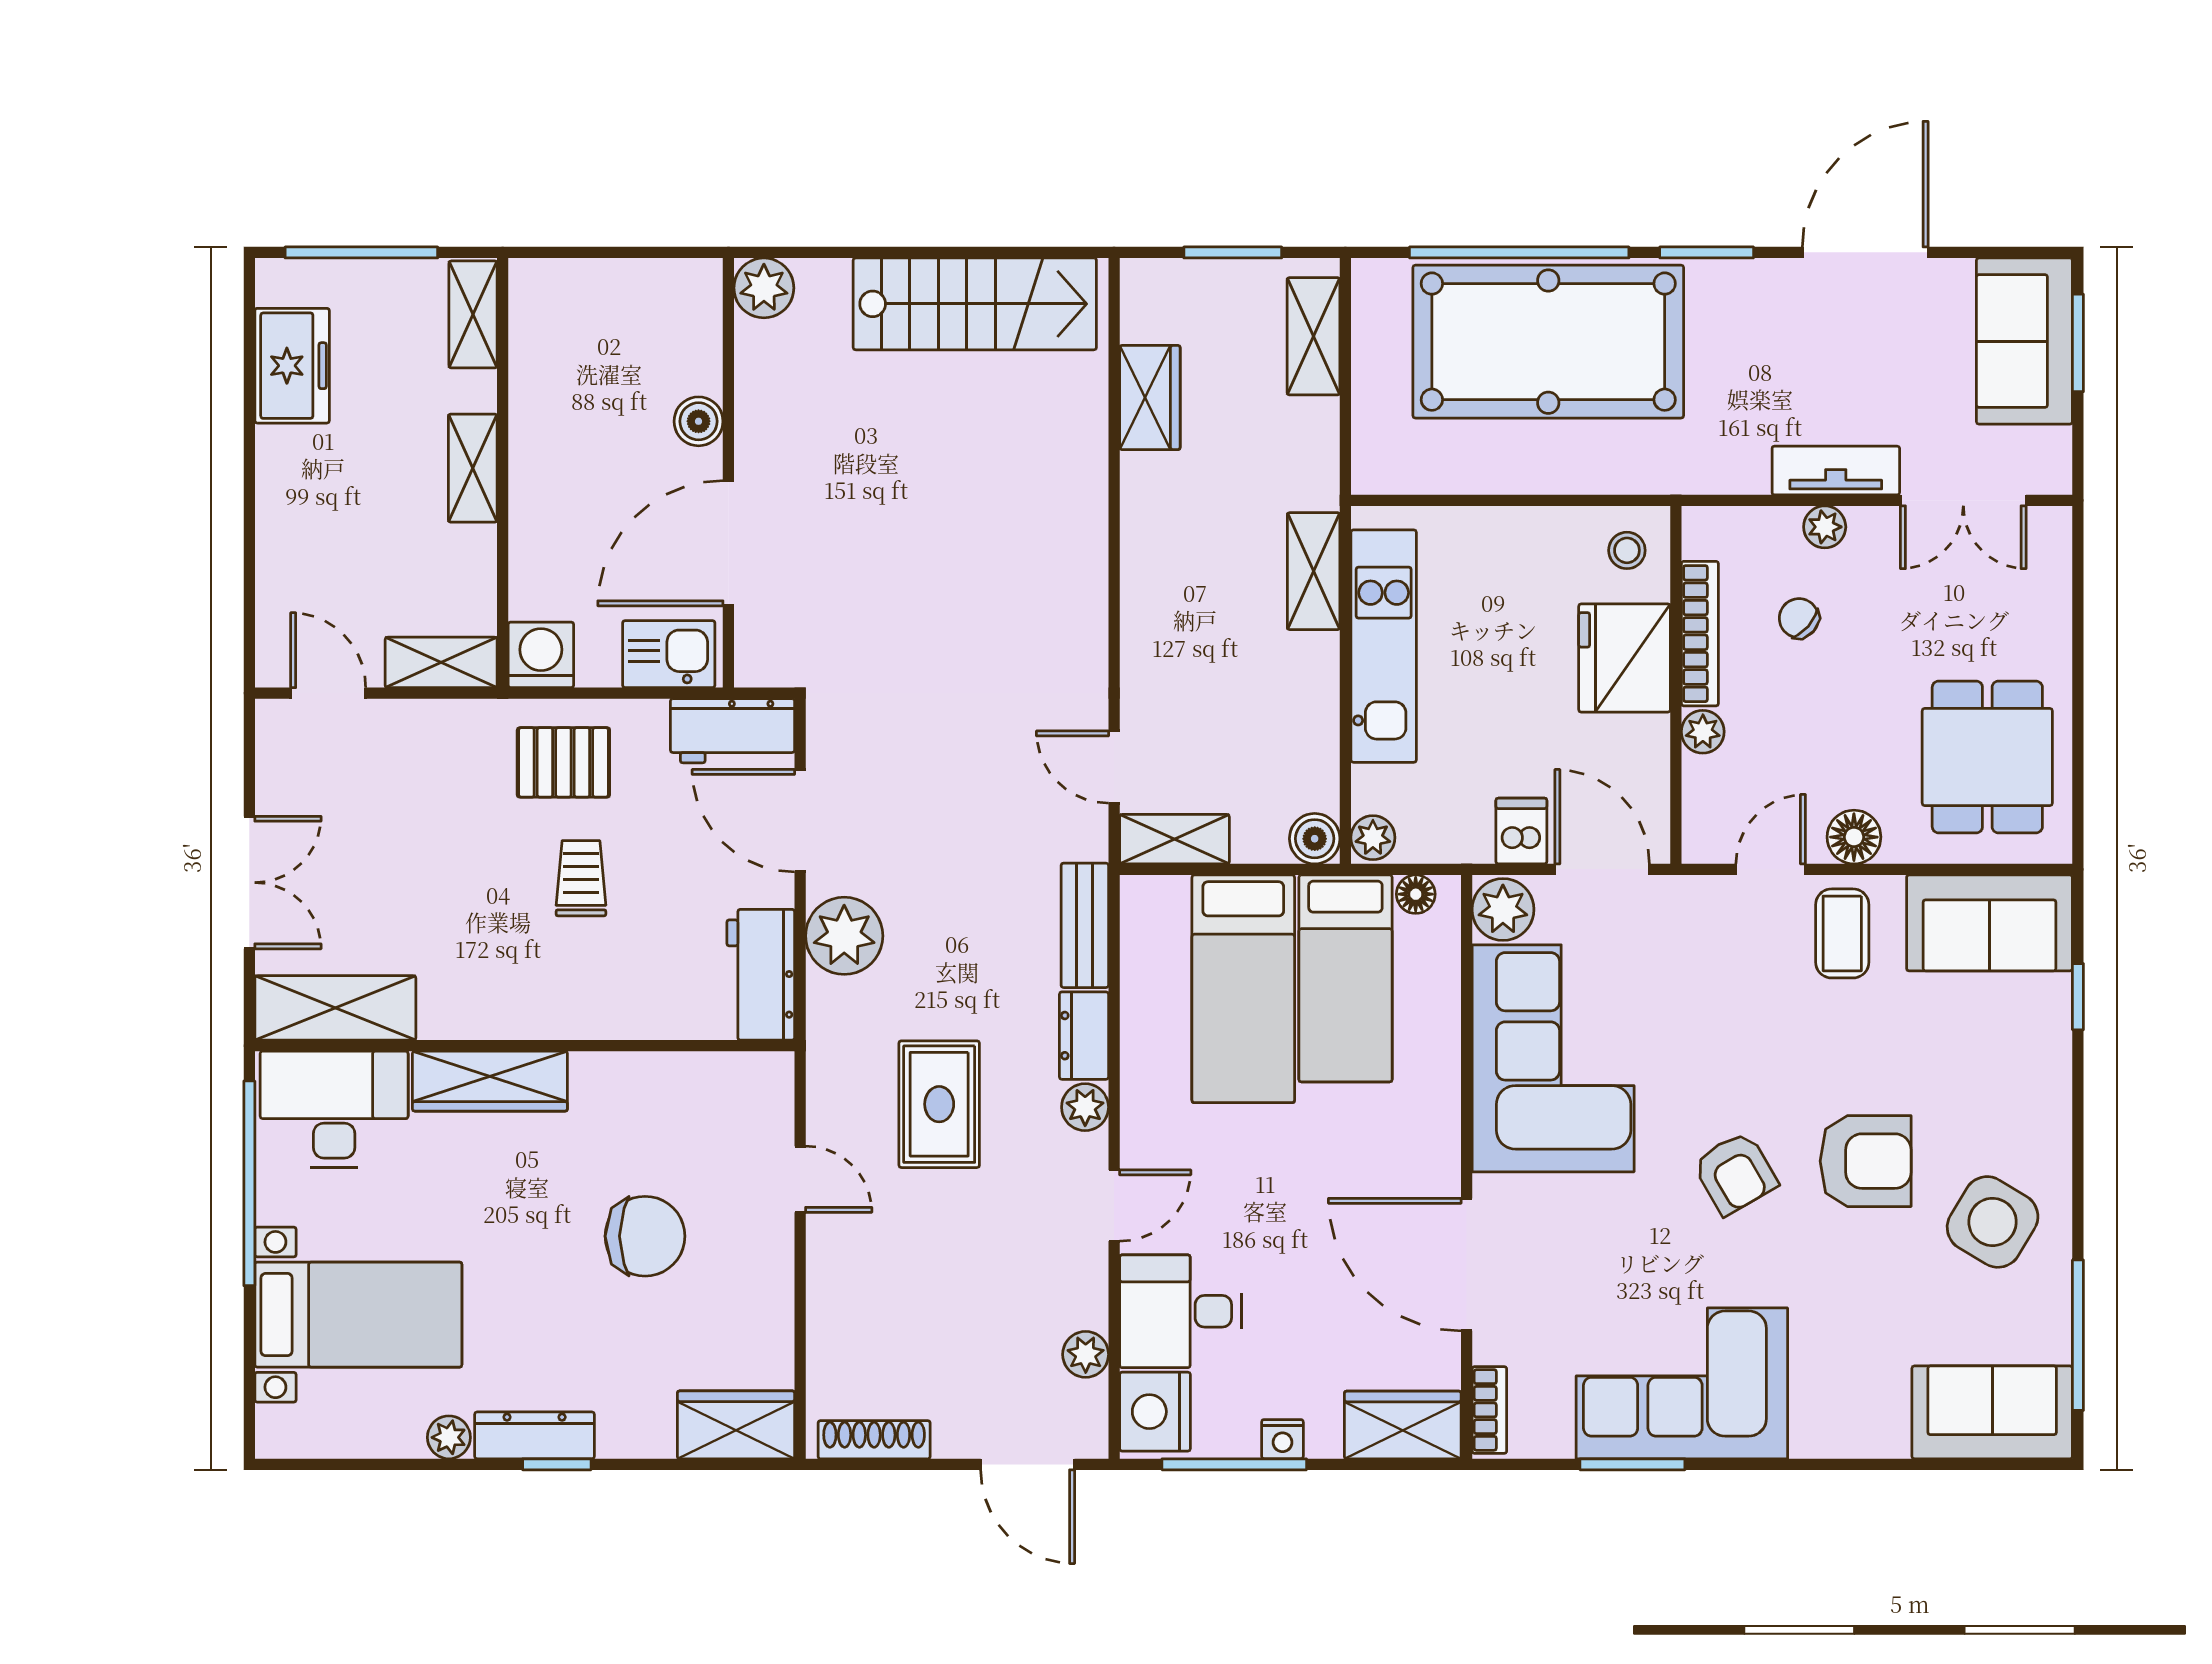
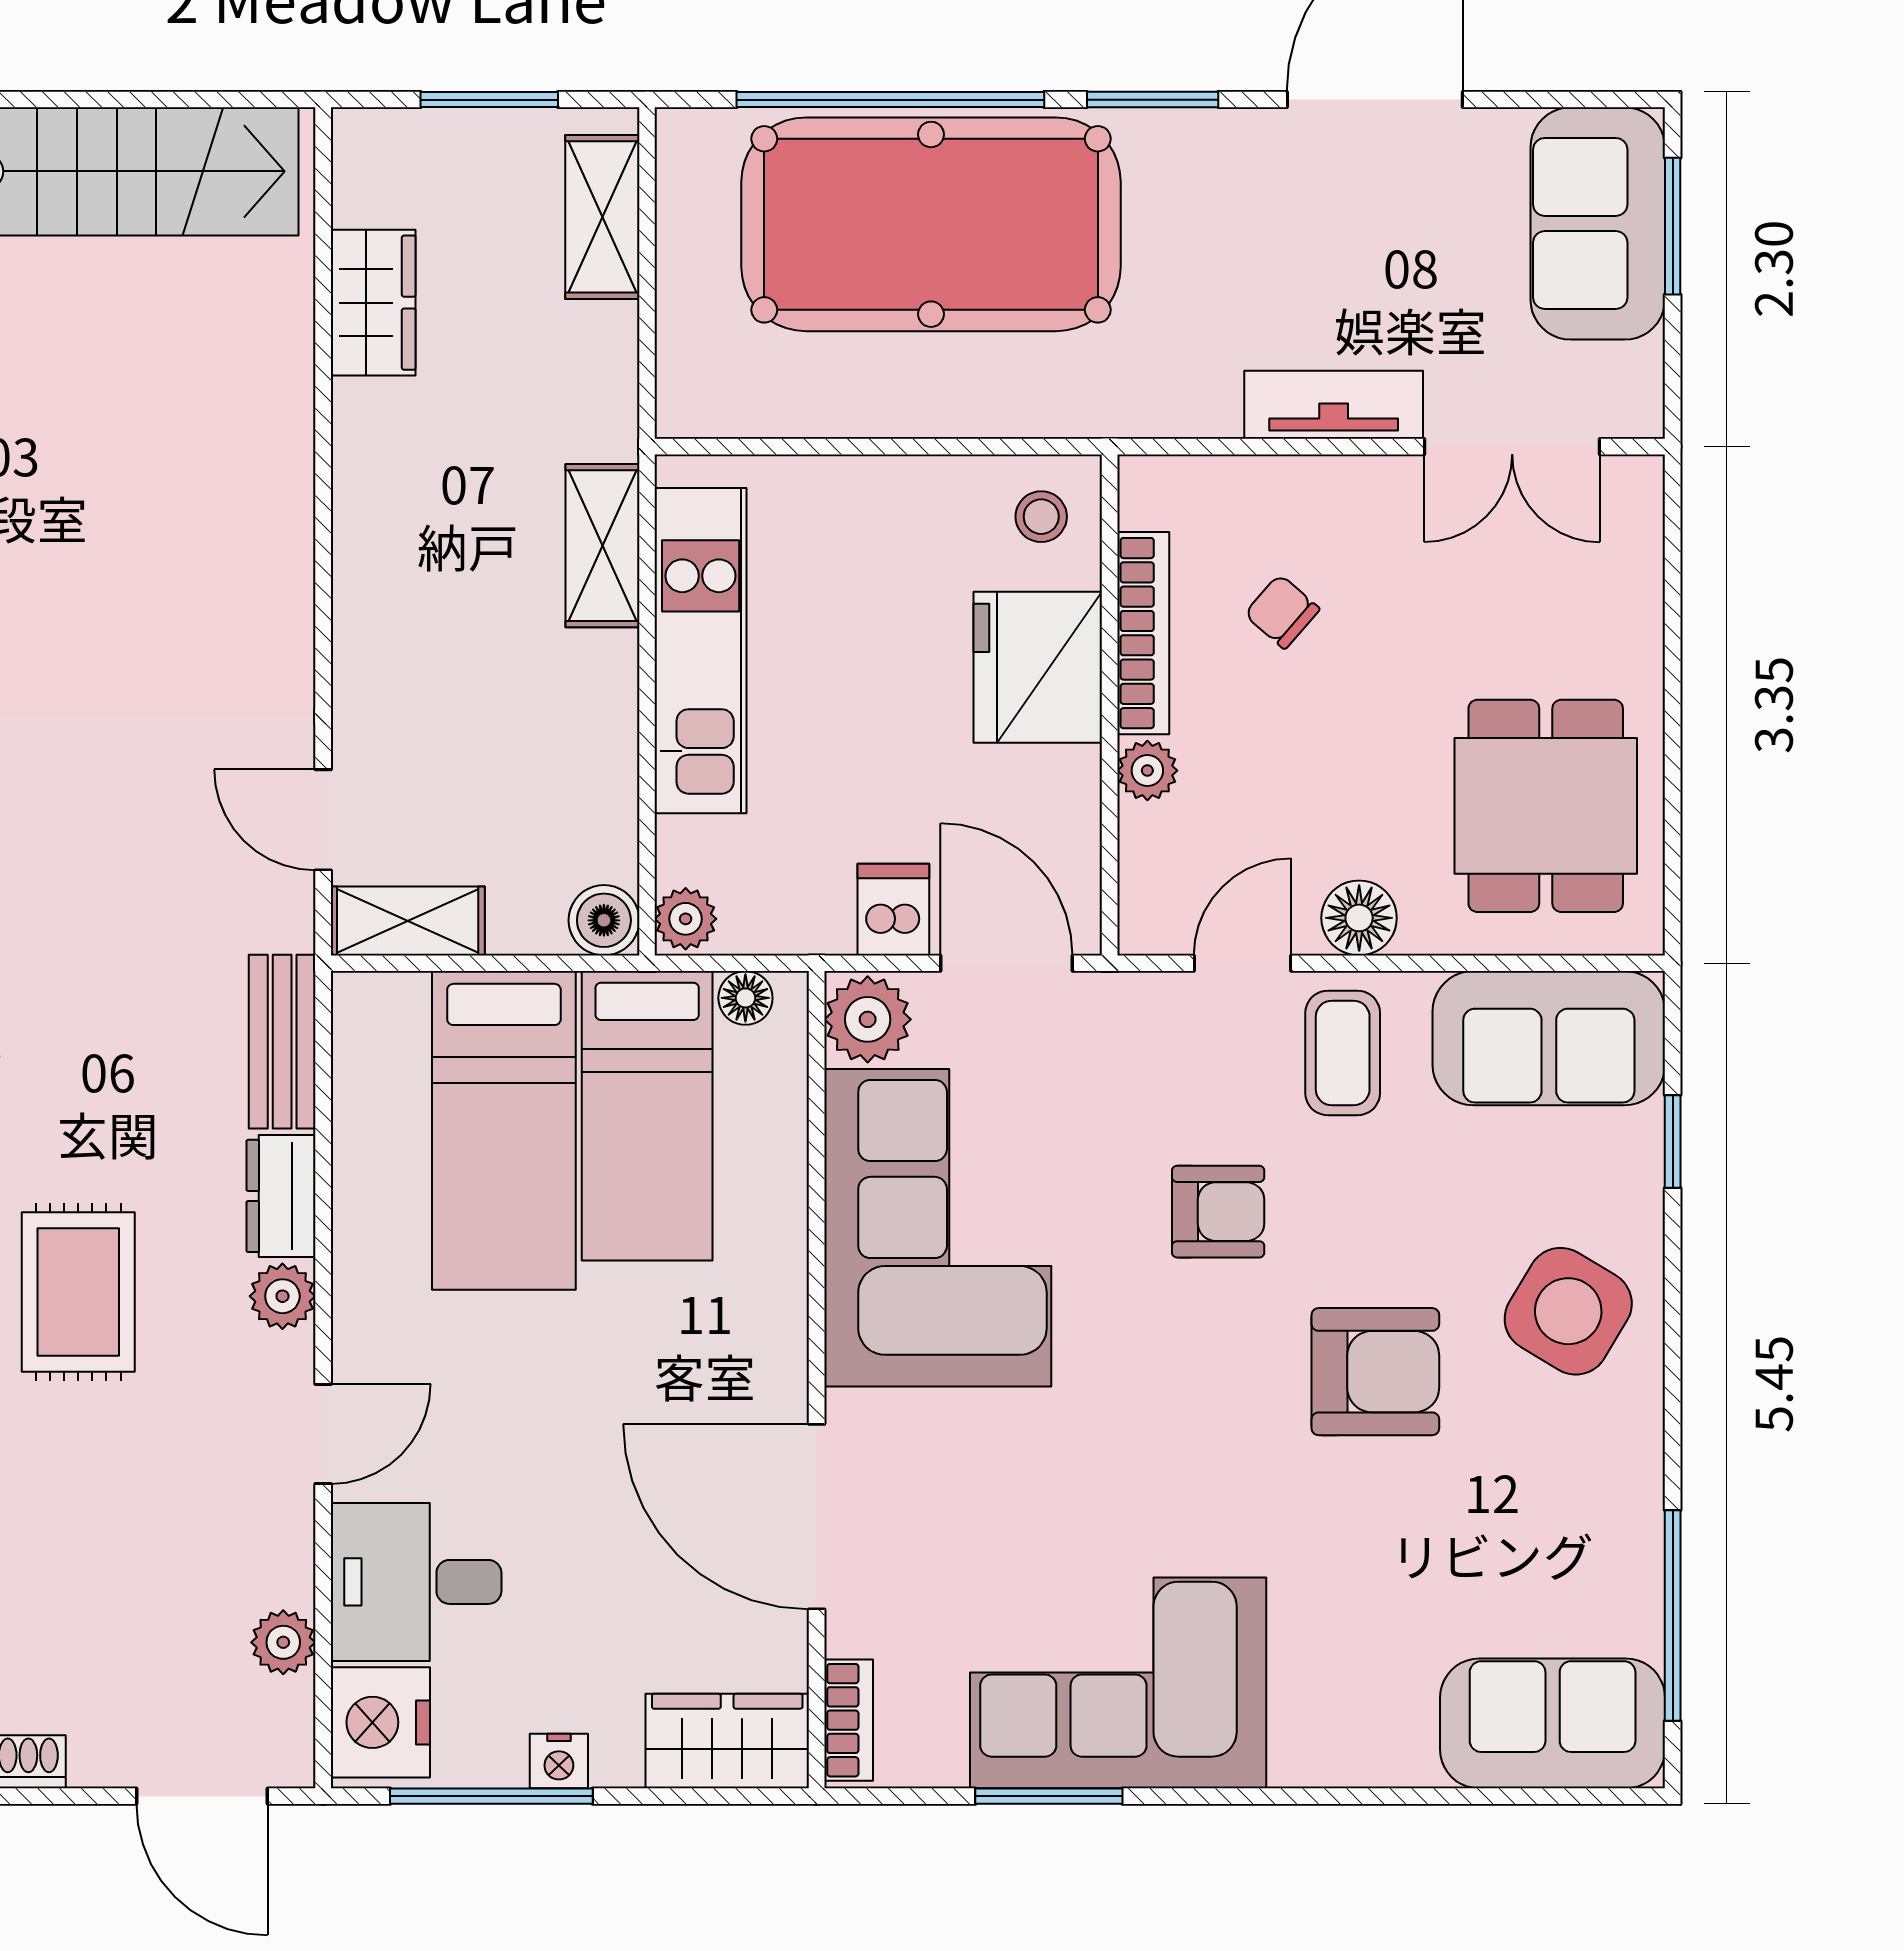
plant: (1825, 527) -> (1318, 484), removed
armchair: (1735, 1173) -> (1218, 1212), moved, turned -60
side table: (1993, 1222) -> (1568, 1311), moved

